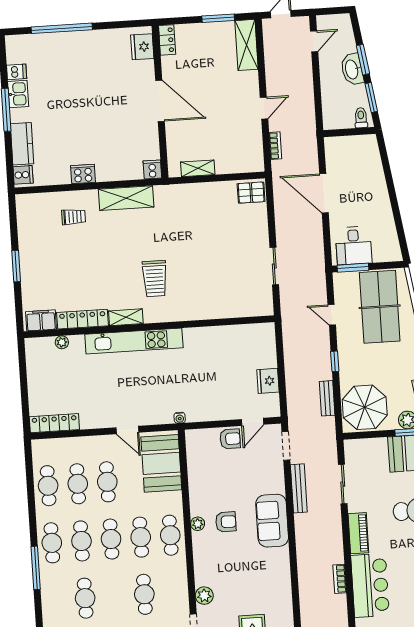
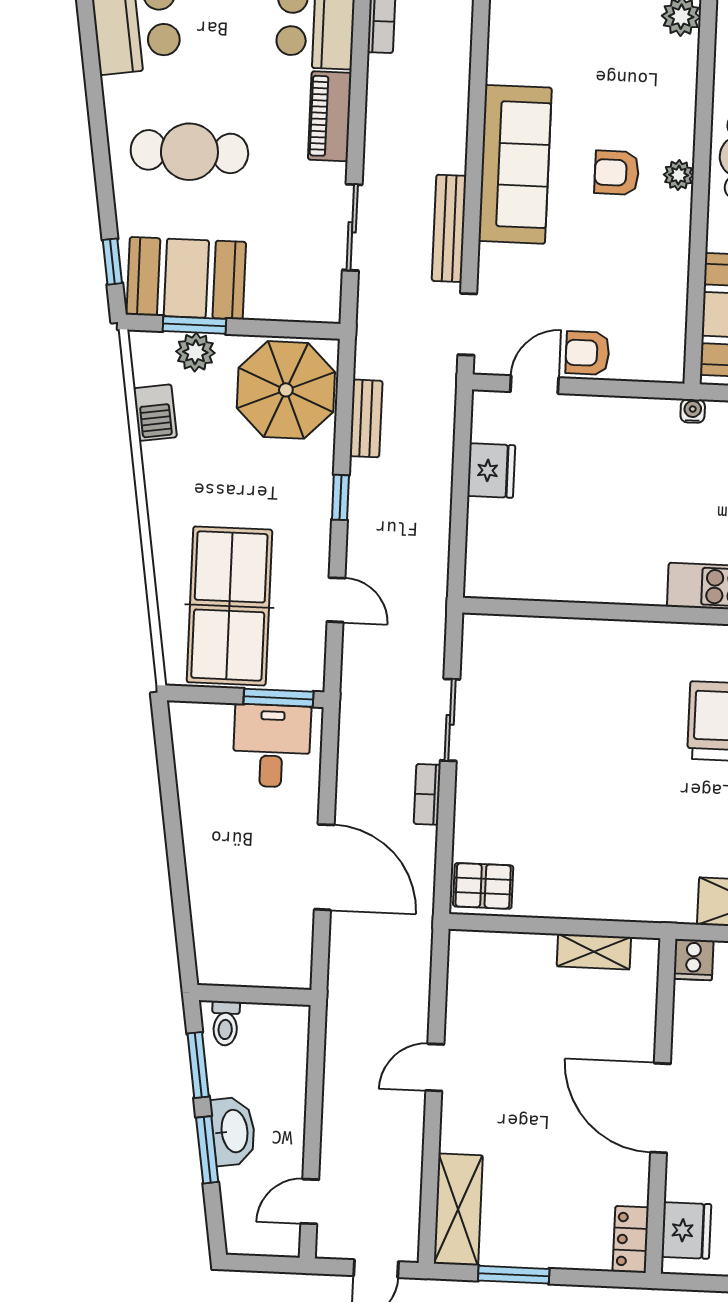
bookcase: (275, 146) -> (427, 794), moved
sofa: (272, 521) -> (515, 164), width x1.36

